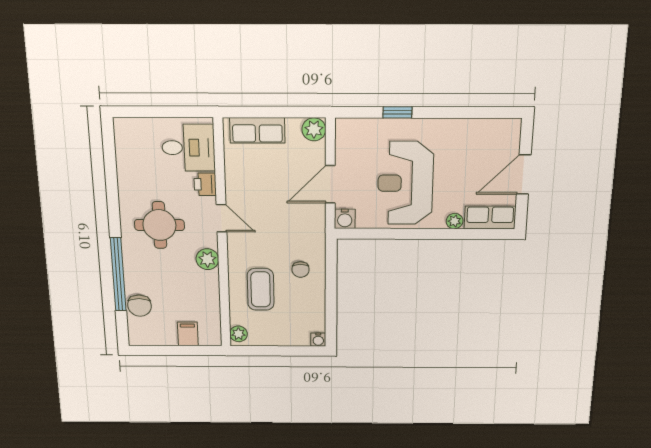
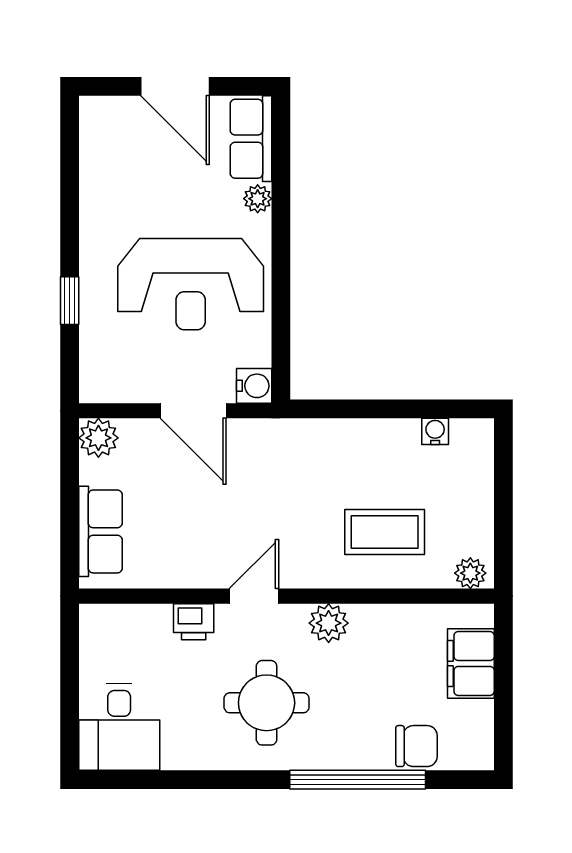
desk: (188, 148) -> (119, 727), moved, turned 180
chair: (301, 269) -> (347, 462), removed
filing cabinet: (188, 334) -> (471, 663), width x2.00
water cooler: (318, 340) -> (435, 431), moved, turned -90

